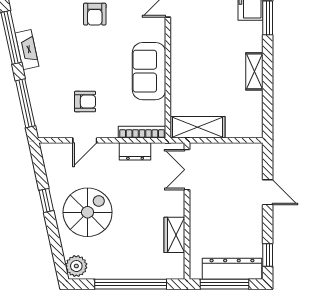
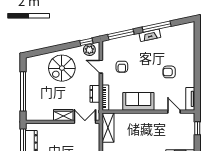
window: (46, 200) -> (86, 42), moved
spiral stairs: (88, 212) -> (62, 68), turned 90
wardrobe: (174, 235) -> (63, 115), moved
plant: (76, 266) -> (89, 50), moved

